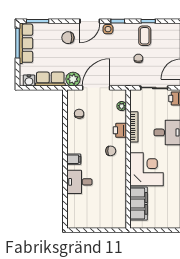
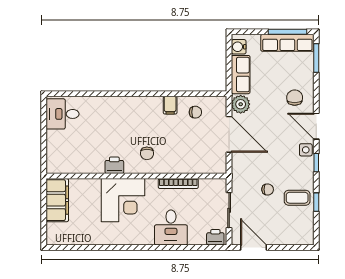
plant: (122, 106) -> (205, 168), removed
printer: (120, 130) -> (114, 165), moved
filing cabinet: (74, 159) -> (170, 105), moved
desk: (79, 182) -> (62, 114), moved, turned -90
filing cabinet: (139, 203) -> (57, 200), moved, turned -90

